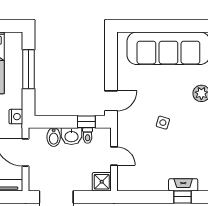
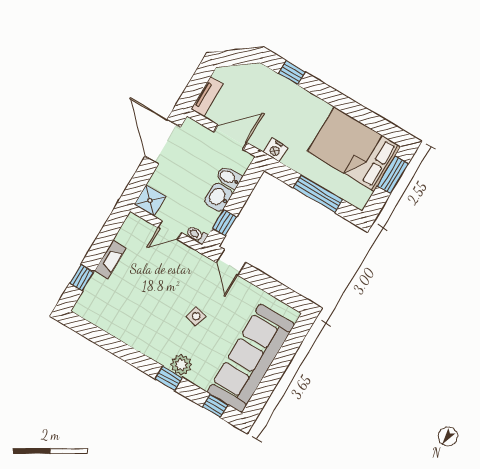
side table: (163, 123) -> (196, 316), moved
toilet: (88, 136) -> (197, 235), moved
fireplace: (183, 185) -> (110, 259), moved

